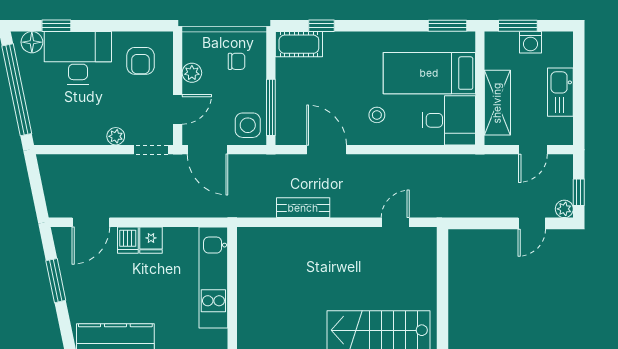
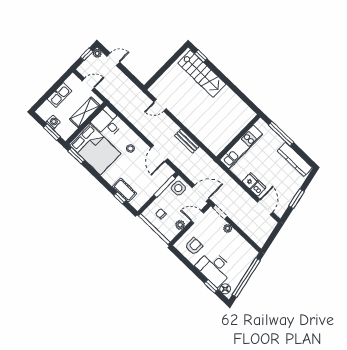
cot: (299, 44) -> (124, 190), moved
bed: (429, 73) -> (95, 149), width x1.50
door: (208, 150) -> (200, 193), hinge flipped
door: (91, 222) -> (265, 207), hinge flipped

